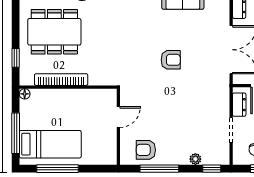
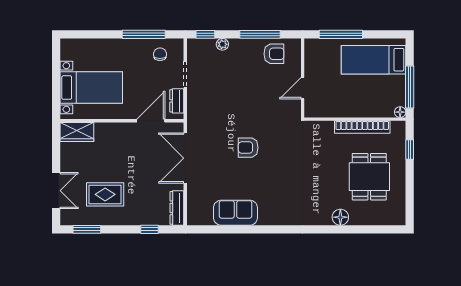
dining table: (54, 32) -> (369, 177), width x0.73
window: (16, 133) -> (410, 87), moved
window: (57, 169) -> (341, 34), moved

